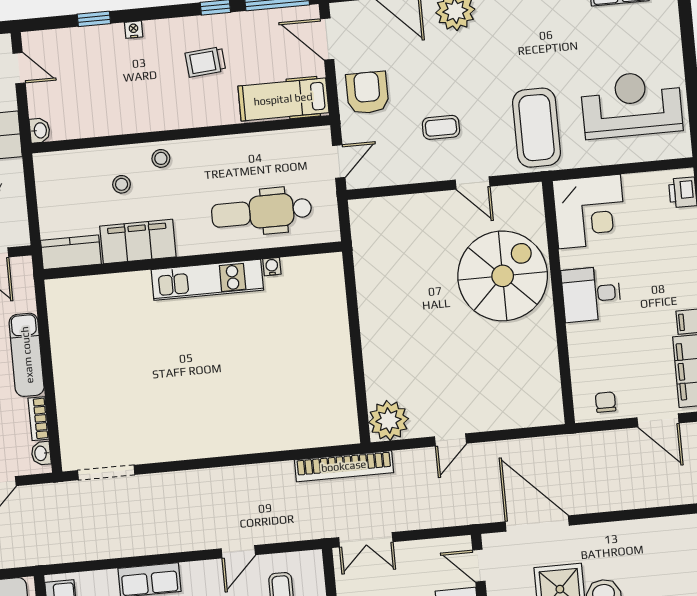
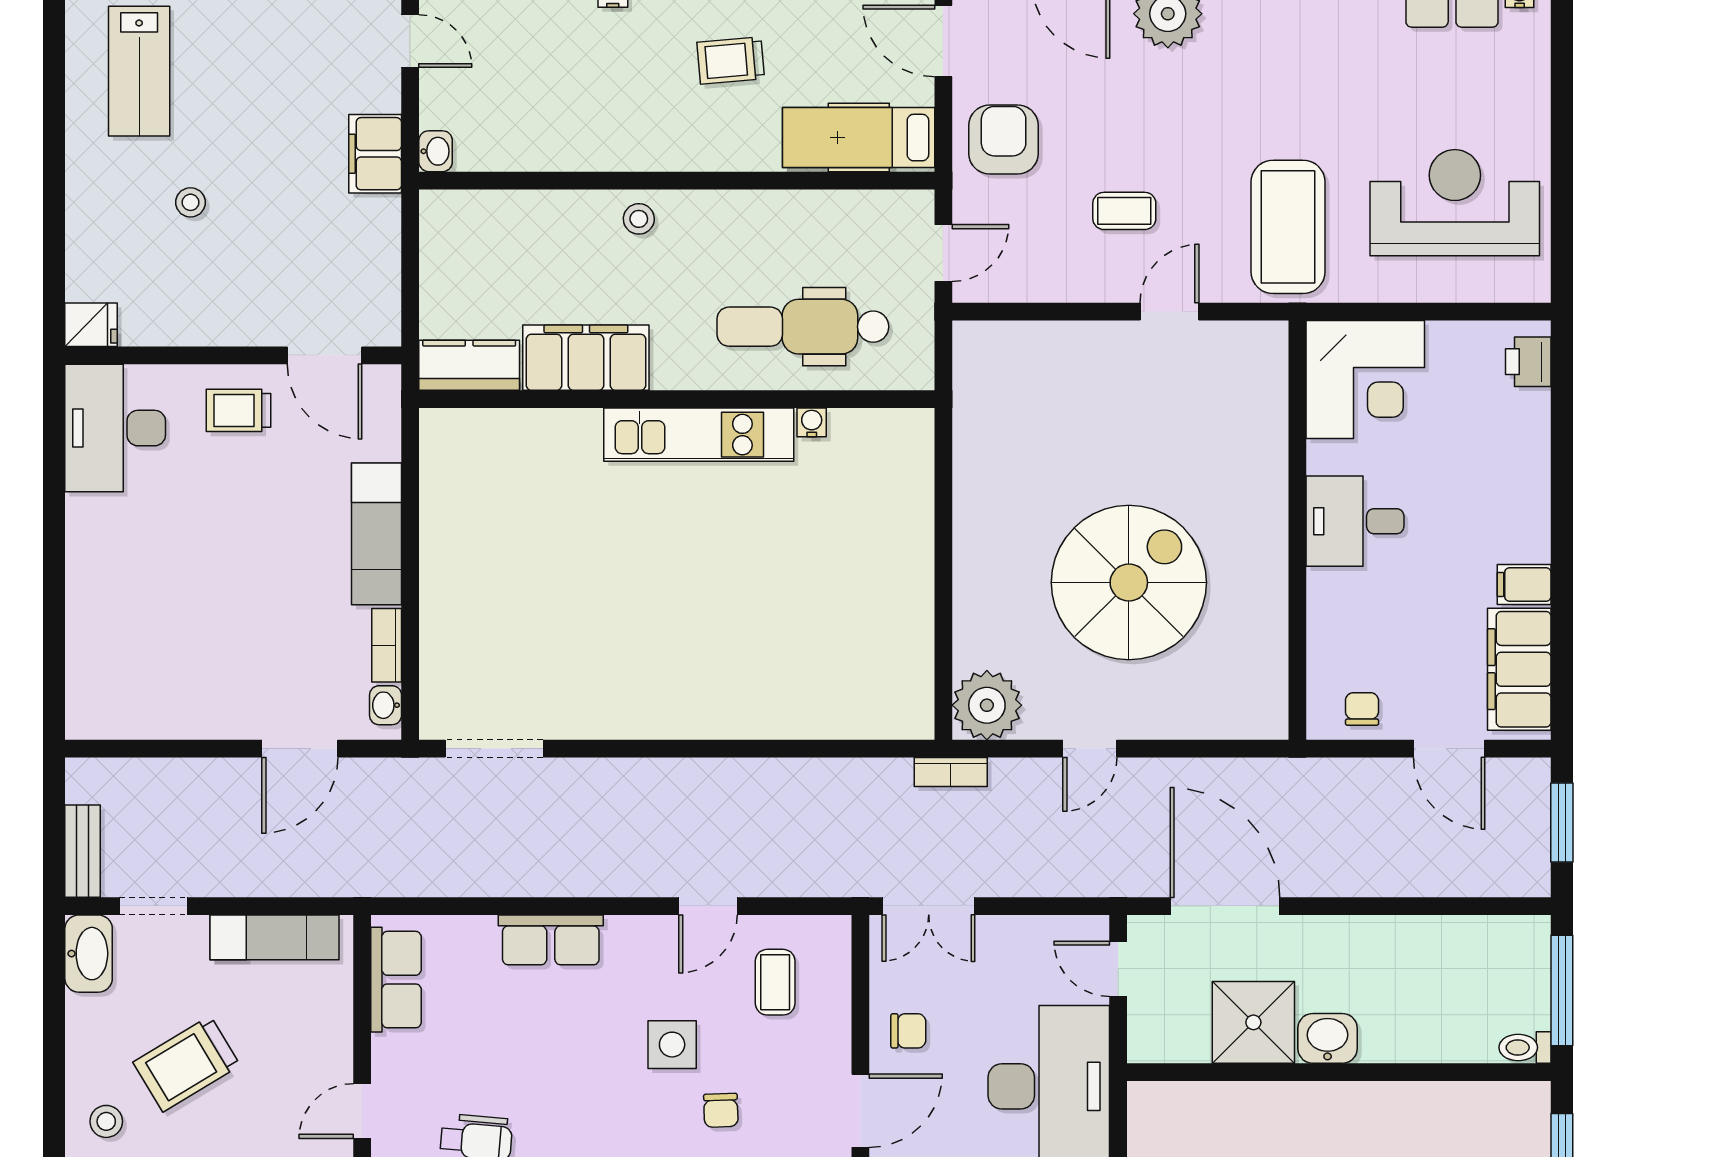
door: (473, 183) -> (1170, 312), swing flipped
stool: (122, 184) -> (567, 257), removed
spiral stairs: (503, 276) -> (1129, 583), moved
bookcase: (344, 466) -> (951, 772), width x0.43, depth x0.76

